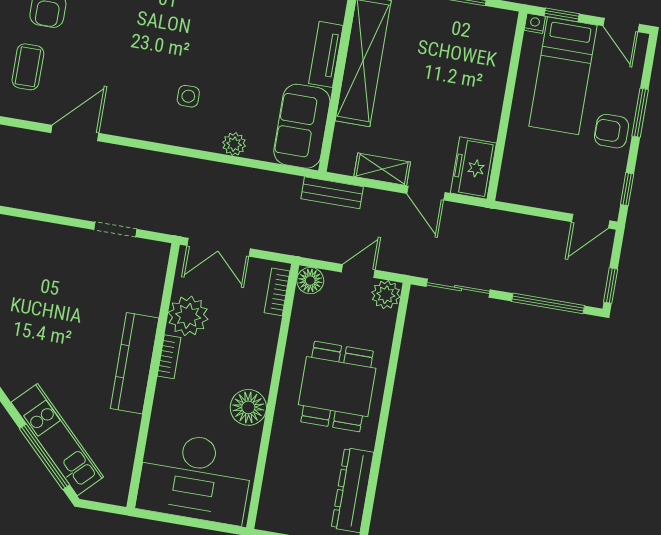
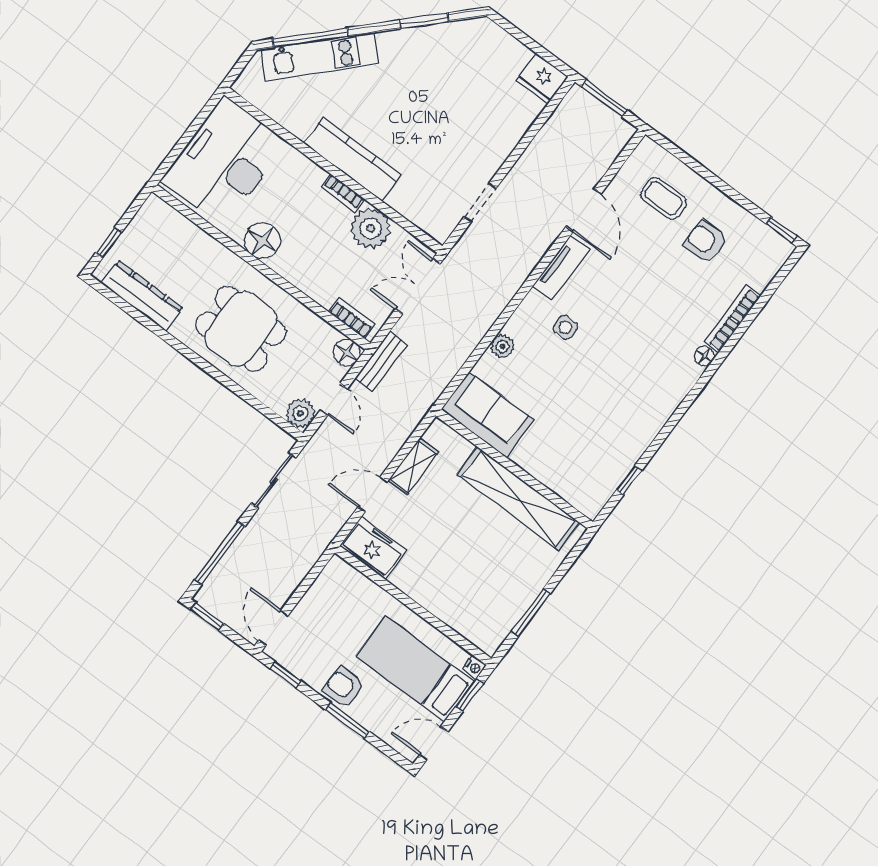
tv unit: (326, 54) -> (561, 268), moved, turned 90
armchair: (612, 131) -> (344, 687), turned -90
bench: (332, 193) -> (381, 361), moved

